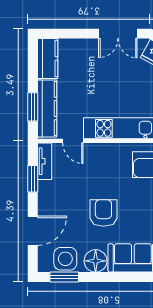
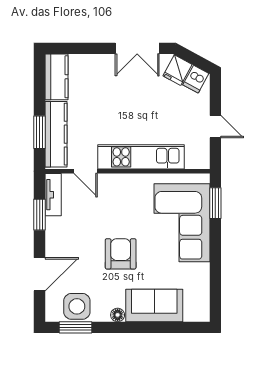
floor lamp: (96, 261) -> (118, 315), width x0.53, depth x0.53

